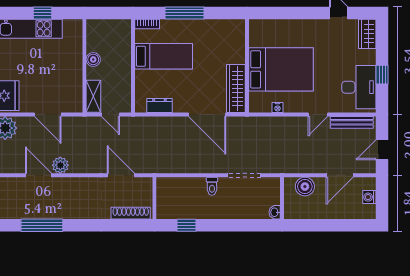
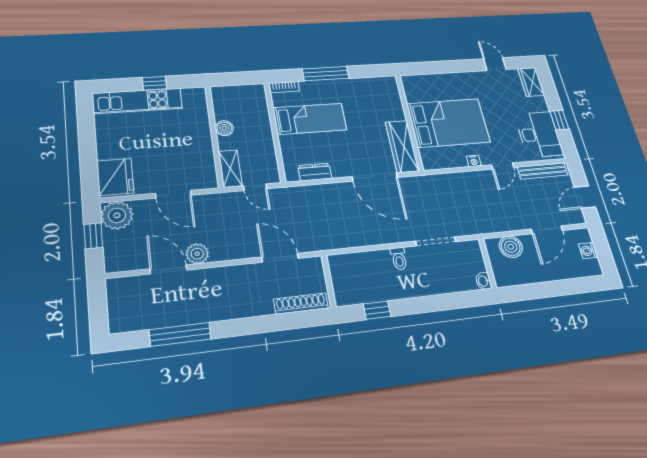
nightstand: (278, 108) -> (474, 161), moved

